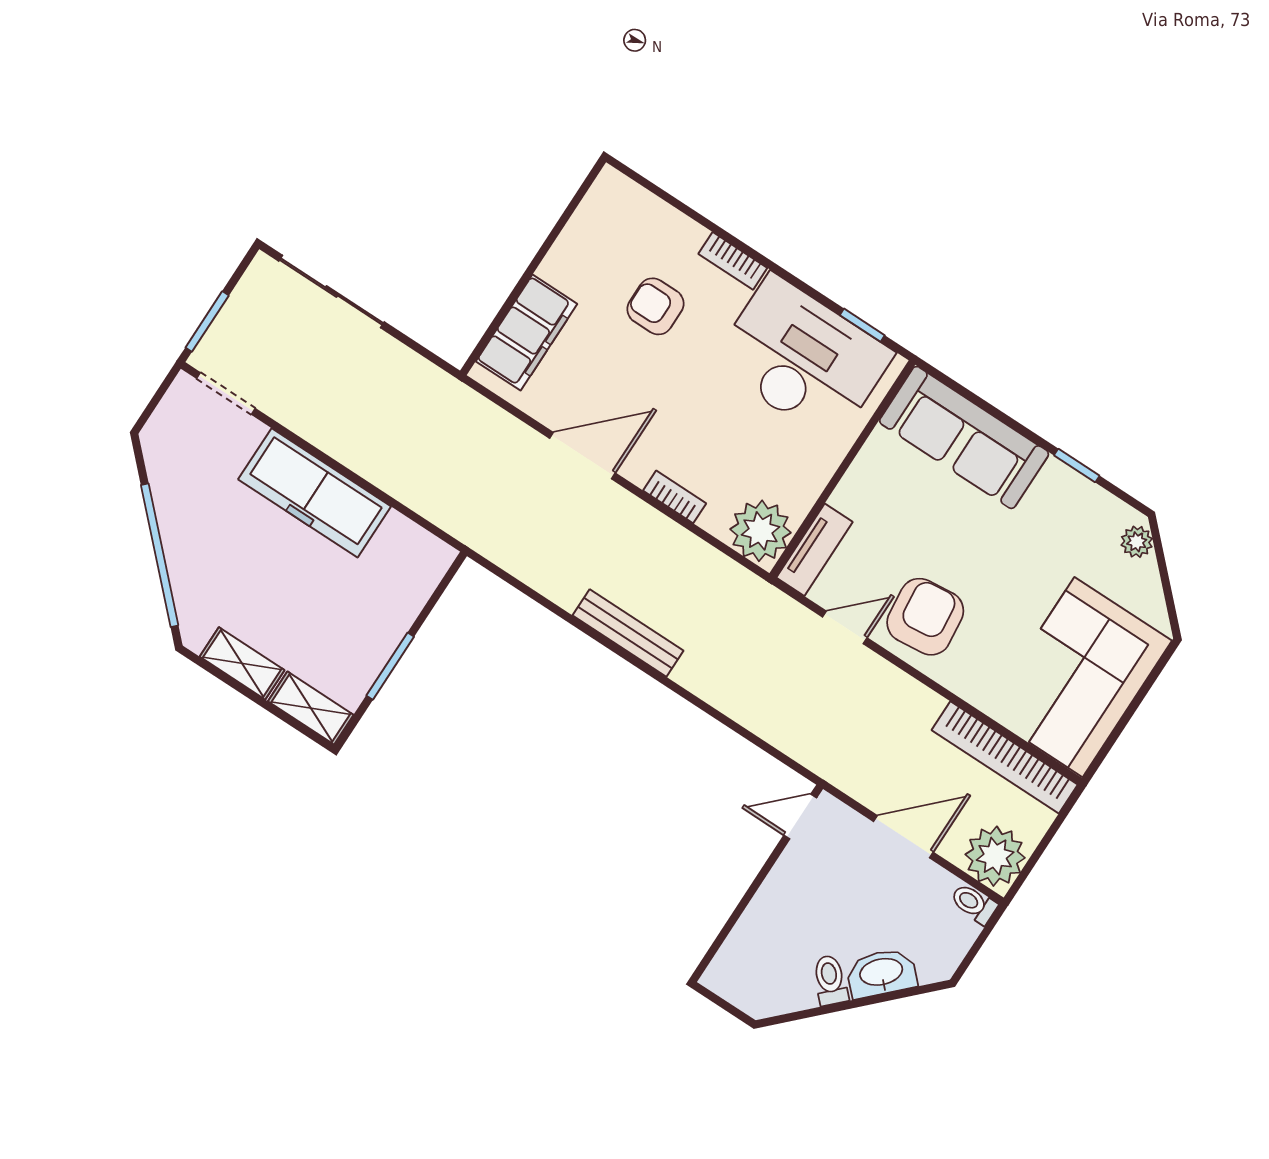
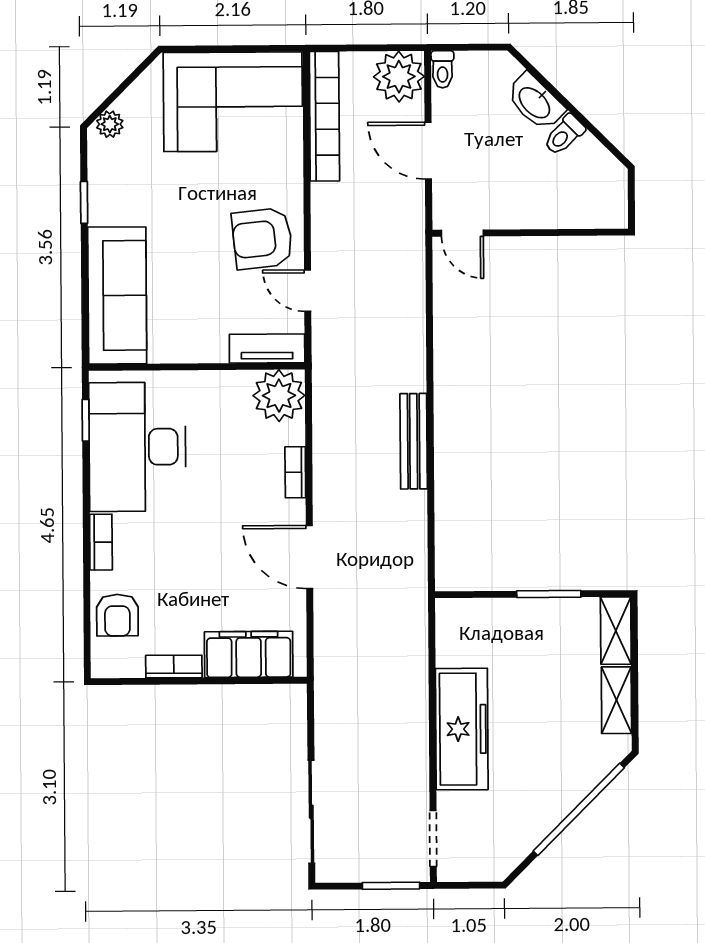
bookcase: (563, 251) -> (174, 666), added
armchair: (656, 306) -> (117, 615), moved

